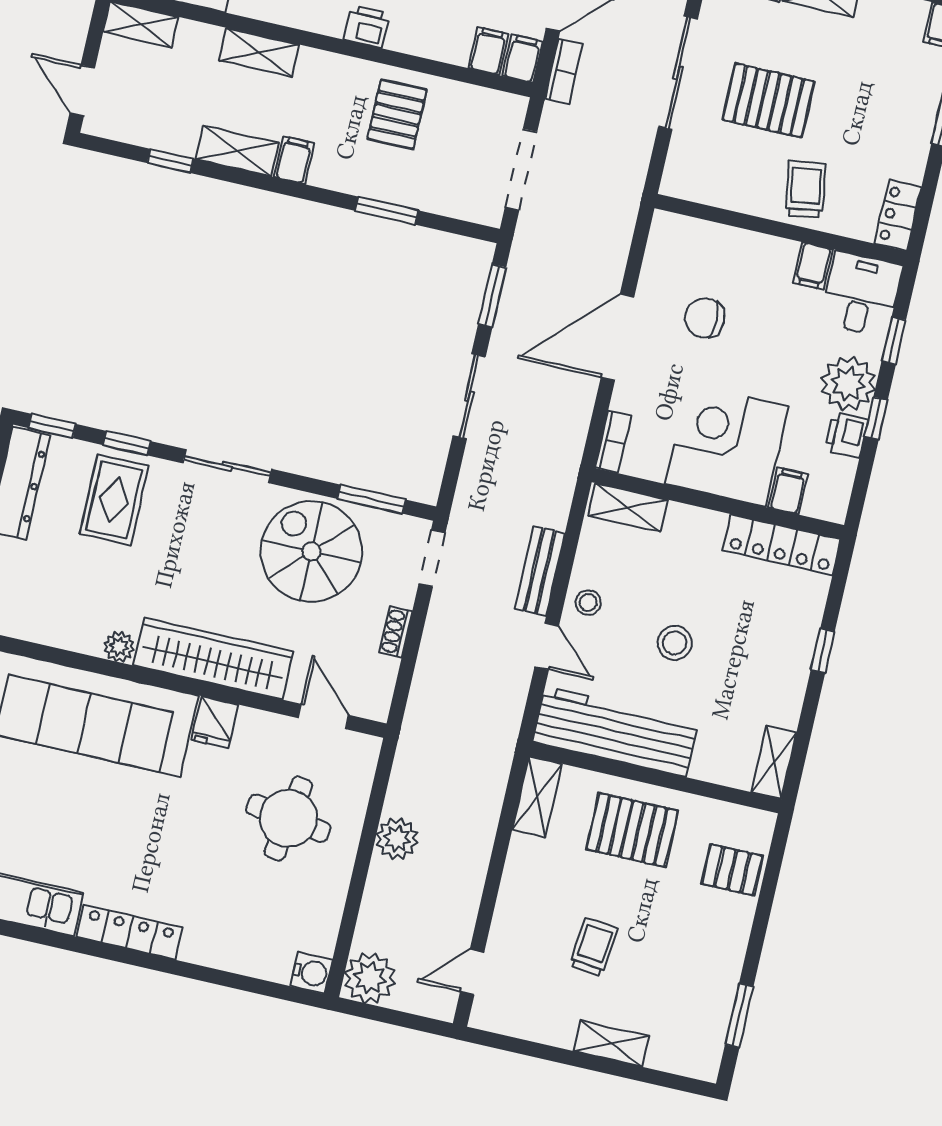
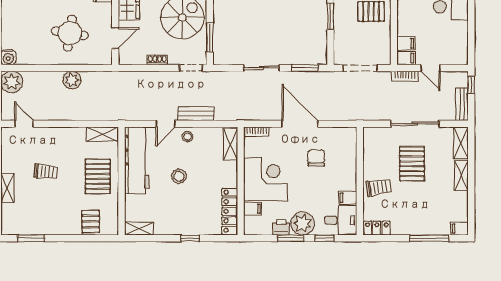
window: (876, 418) -> (291, 238), width x1.50

